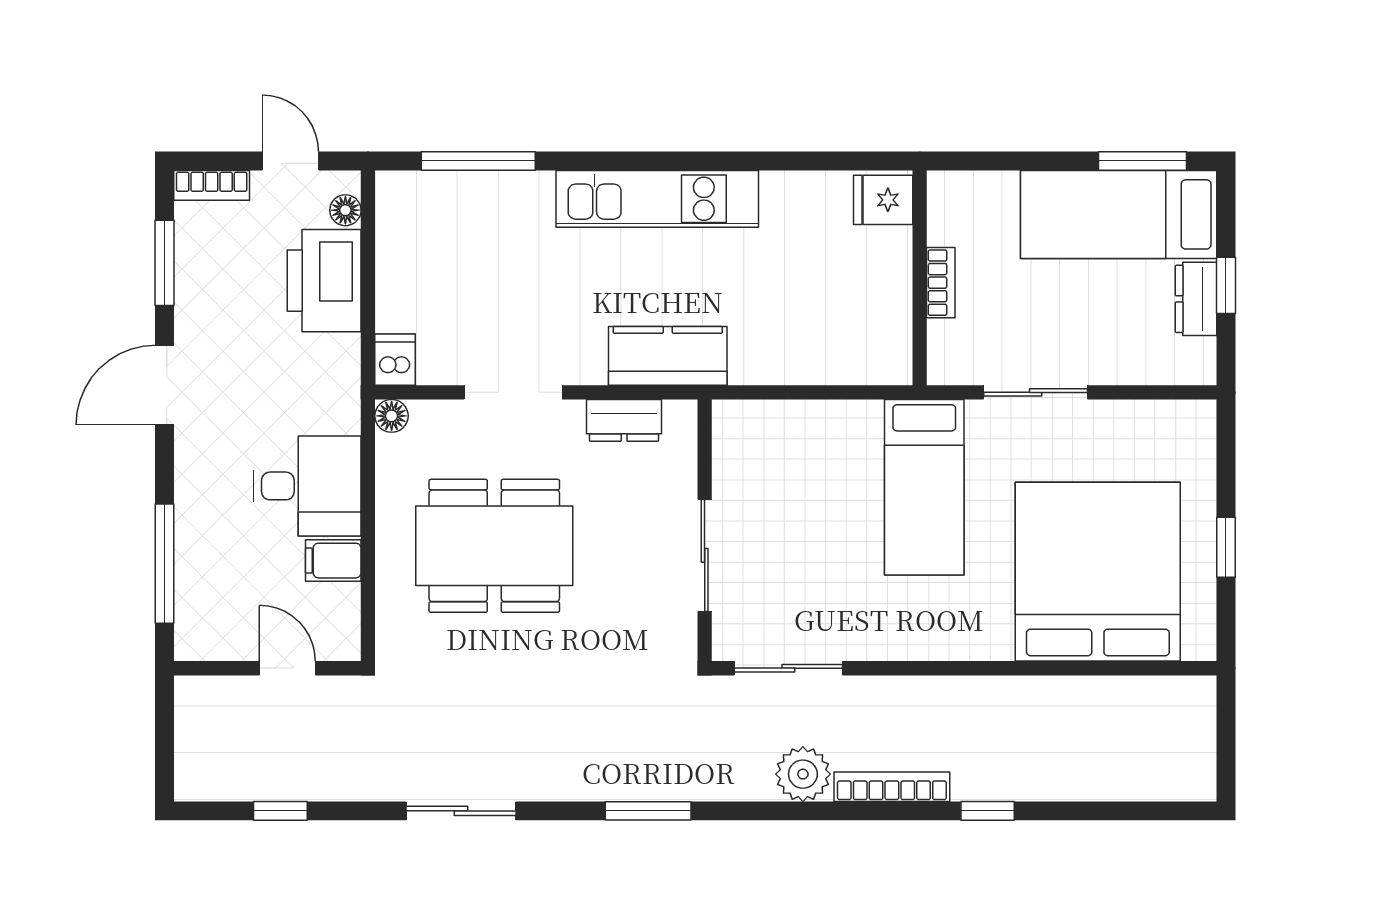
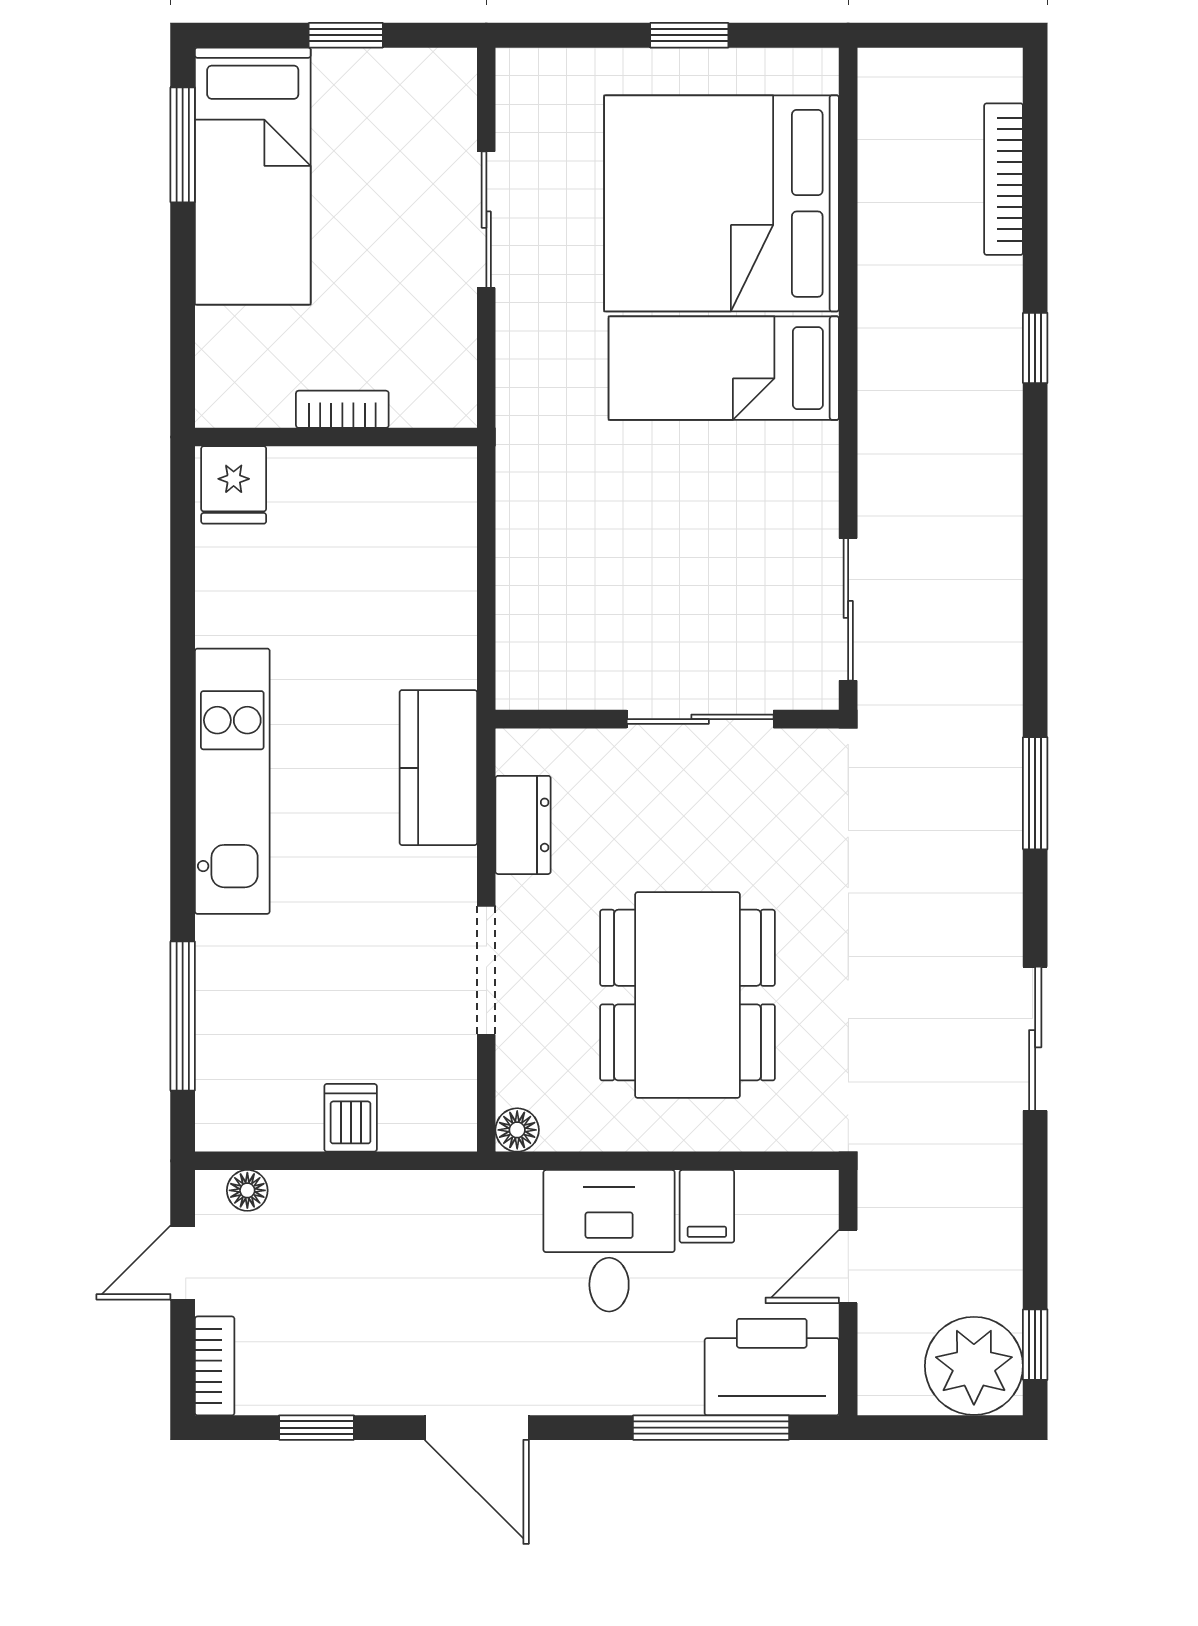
window: (165, 263) -> (316, 1428), width x0.67
printer: (324, 281) -> (772, 1367), moved, turned 180
dresser: (1196, 299) -> (364, 75), removed
dishwasher: (395, 360) -> (351, 1118), moved, turned 90
sliding door: (1036, 392) -> (486, 220), moved
bed: (924, 487) -> (724, 368), moved, turned 180
plant: (803, 774) -> (974, 1366), moved, width x1.36, depth x1.36
bookcase: (892, 787) -> (1004, 179), moved
window: (280, 811) -> (1035, 1345), moved

